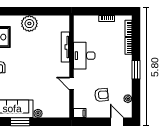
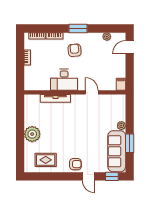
door: (72, 84) -> (92, 92), swing flipped
armchair: (101, 95) -> (75, 50), moved

